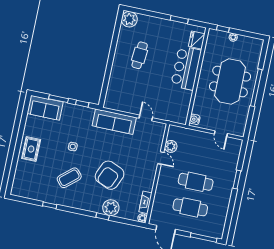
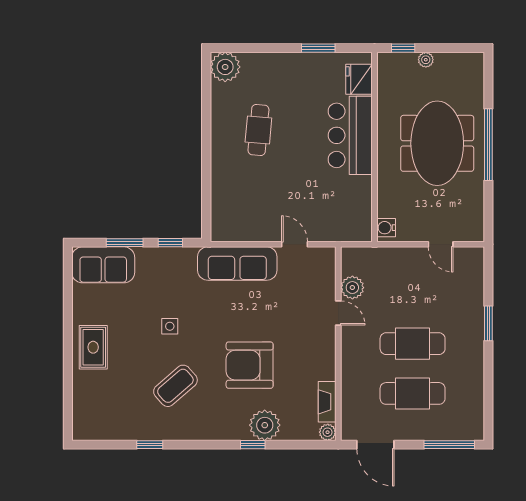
armchair: (110, 175) -> (250, 365), turned 67

